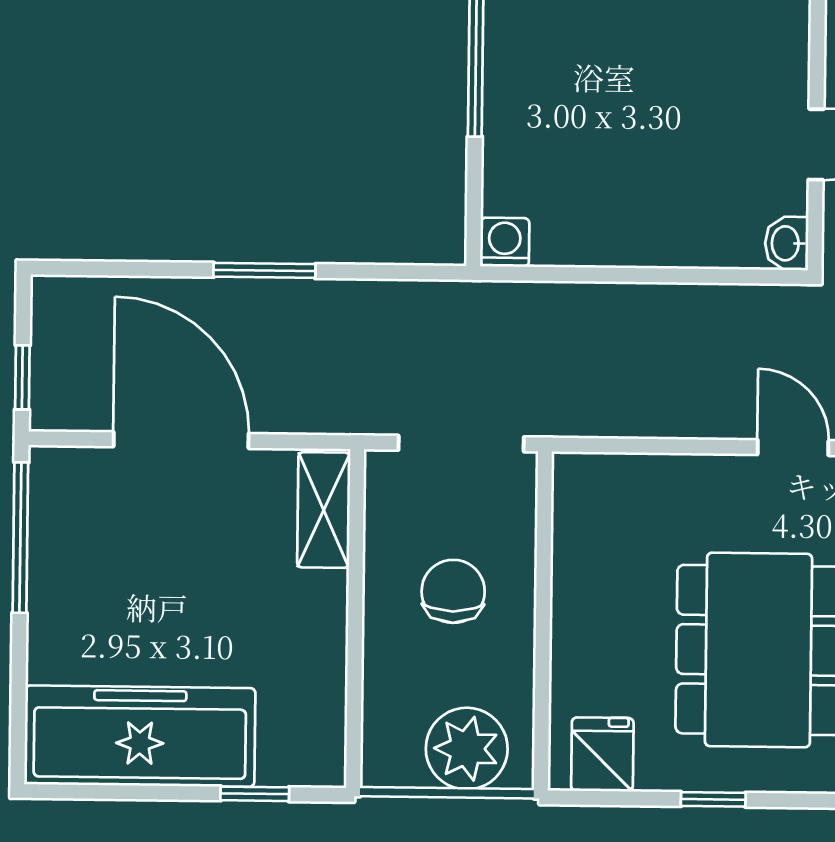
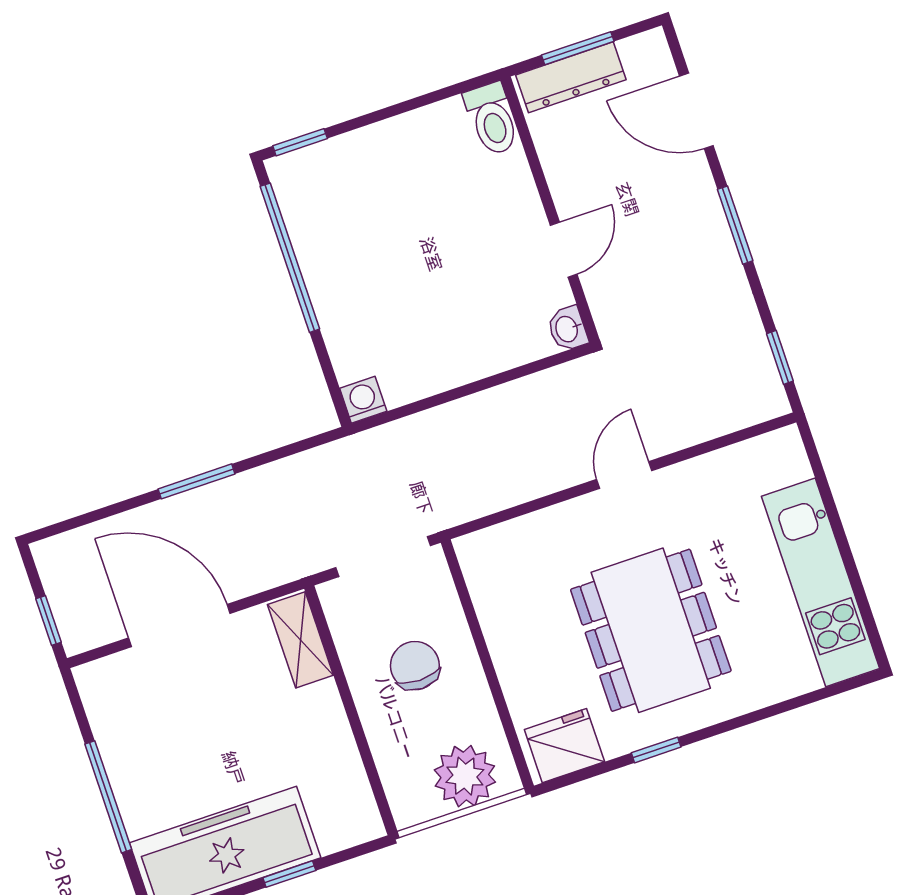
door: (793, 448) -> (624, 475), hinge flipped
window: (20, 538) -> (108, 797), moved
fridge: (602, 754) -> (564, 746), width x1.38
window: (255, 794) -> (289, 874), moved

